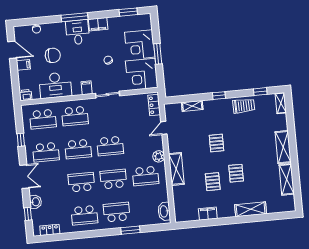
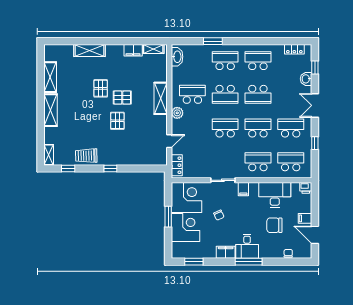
shelving: (192, 106) -> (153, 49), moved
pallet: (213, 182) -> (122, 98), moved, turned 90
school desk: (117, 212) -> (225, 61), turned 180

